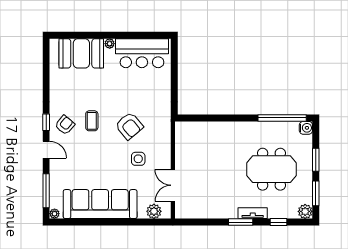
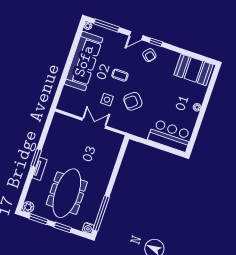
booth: (81, 53) -> (193, 70), moved, turned 90
bar counter: (142, 53) -> (170, 136), moved, turned 90
coffee table: (92, 121) -> (120, 75), moved
meeting table: (271, 169) -> (67, 193), width x1.36
double door: (173, 185) -> (94, 123), moved
plant: (154, 211) -> (65, 98), removed
window: (279, 222) -> (27, 185), removed

